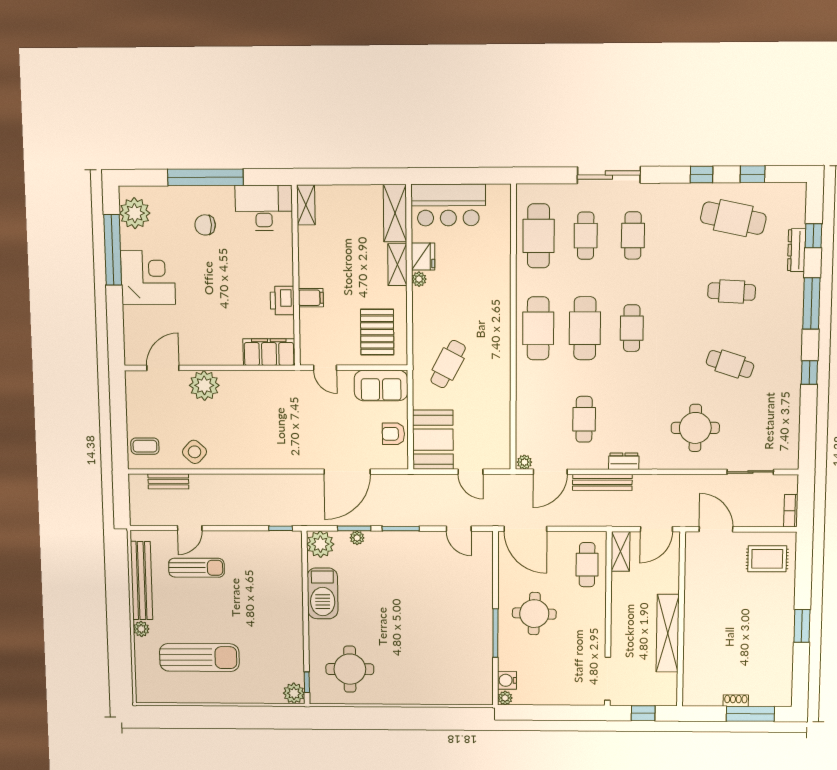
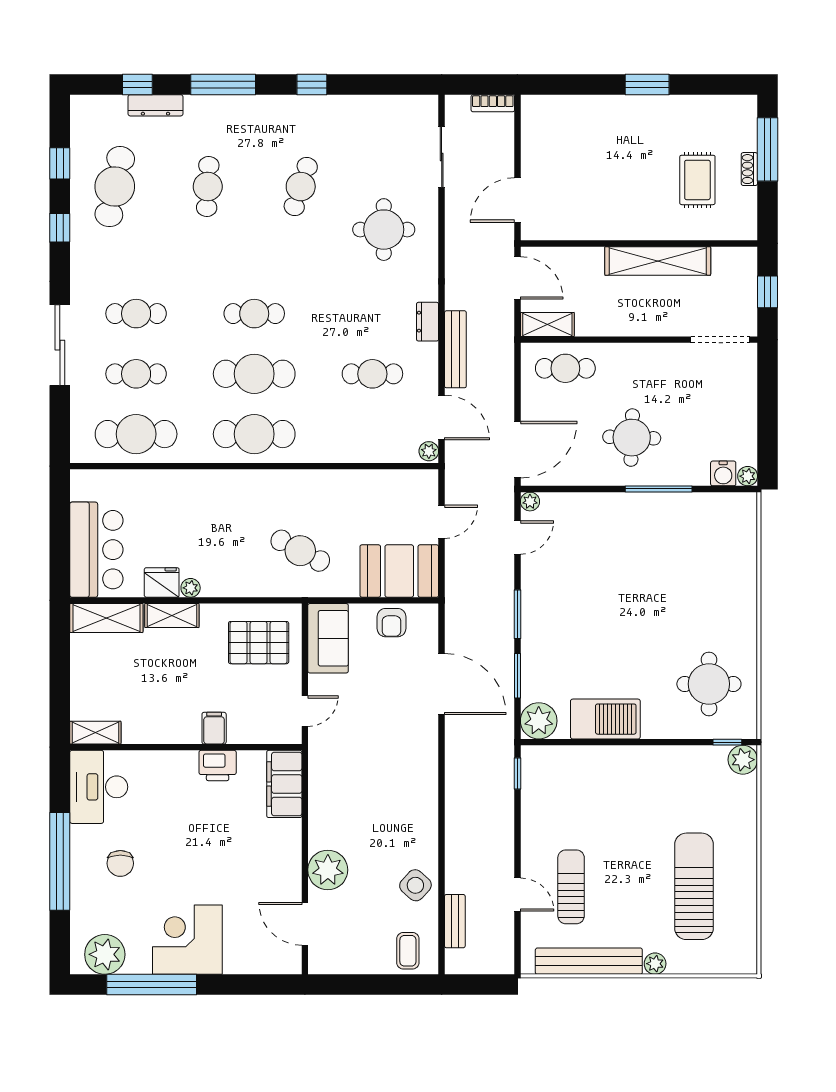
plant: (357, 538) -> (530, 502), moved
rug: (767, 559) -> (697, 180), moved

